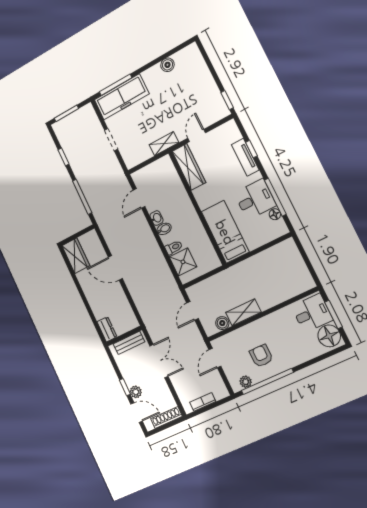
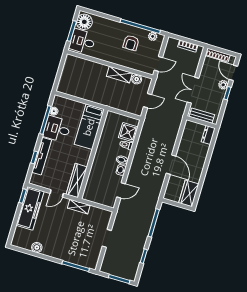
freezer: (122, 97) -> (30, 208), moved, turned 90
tv unit: (245, 157) -> (42, 156), width x1.41

